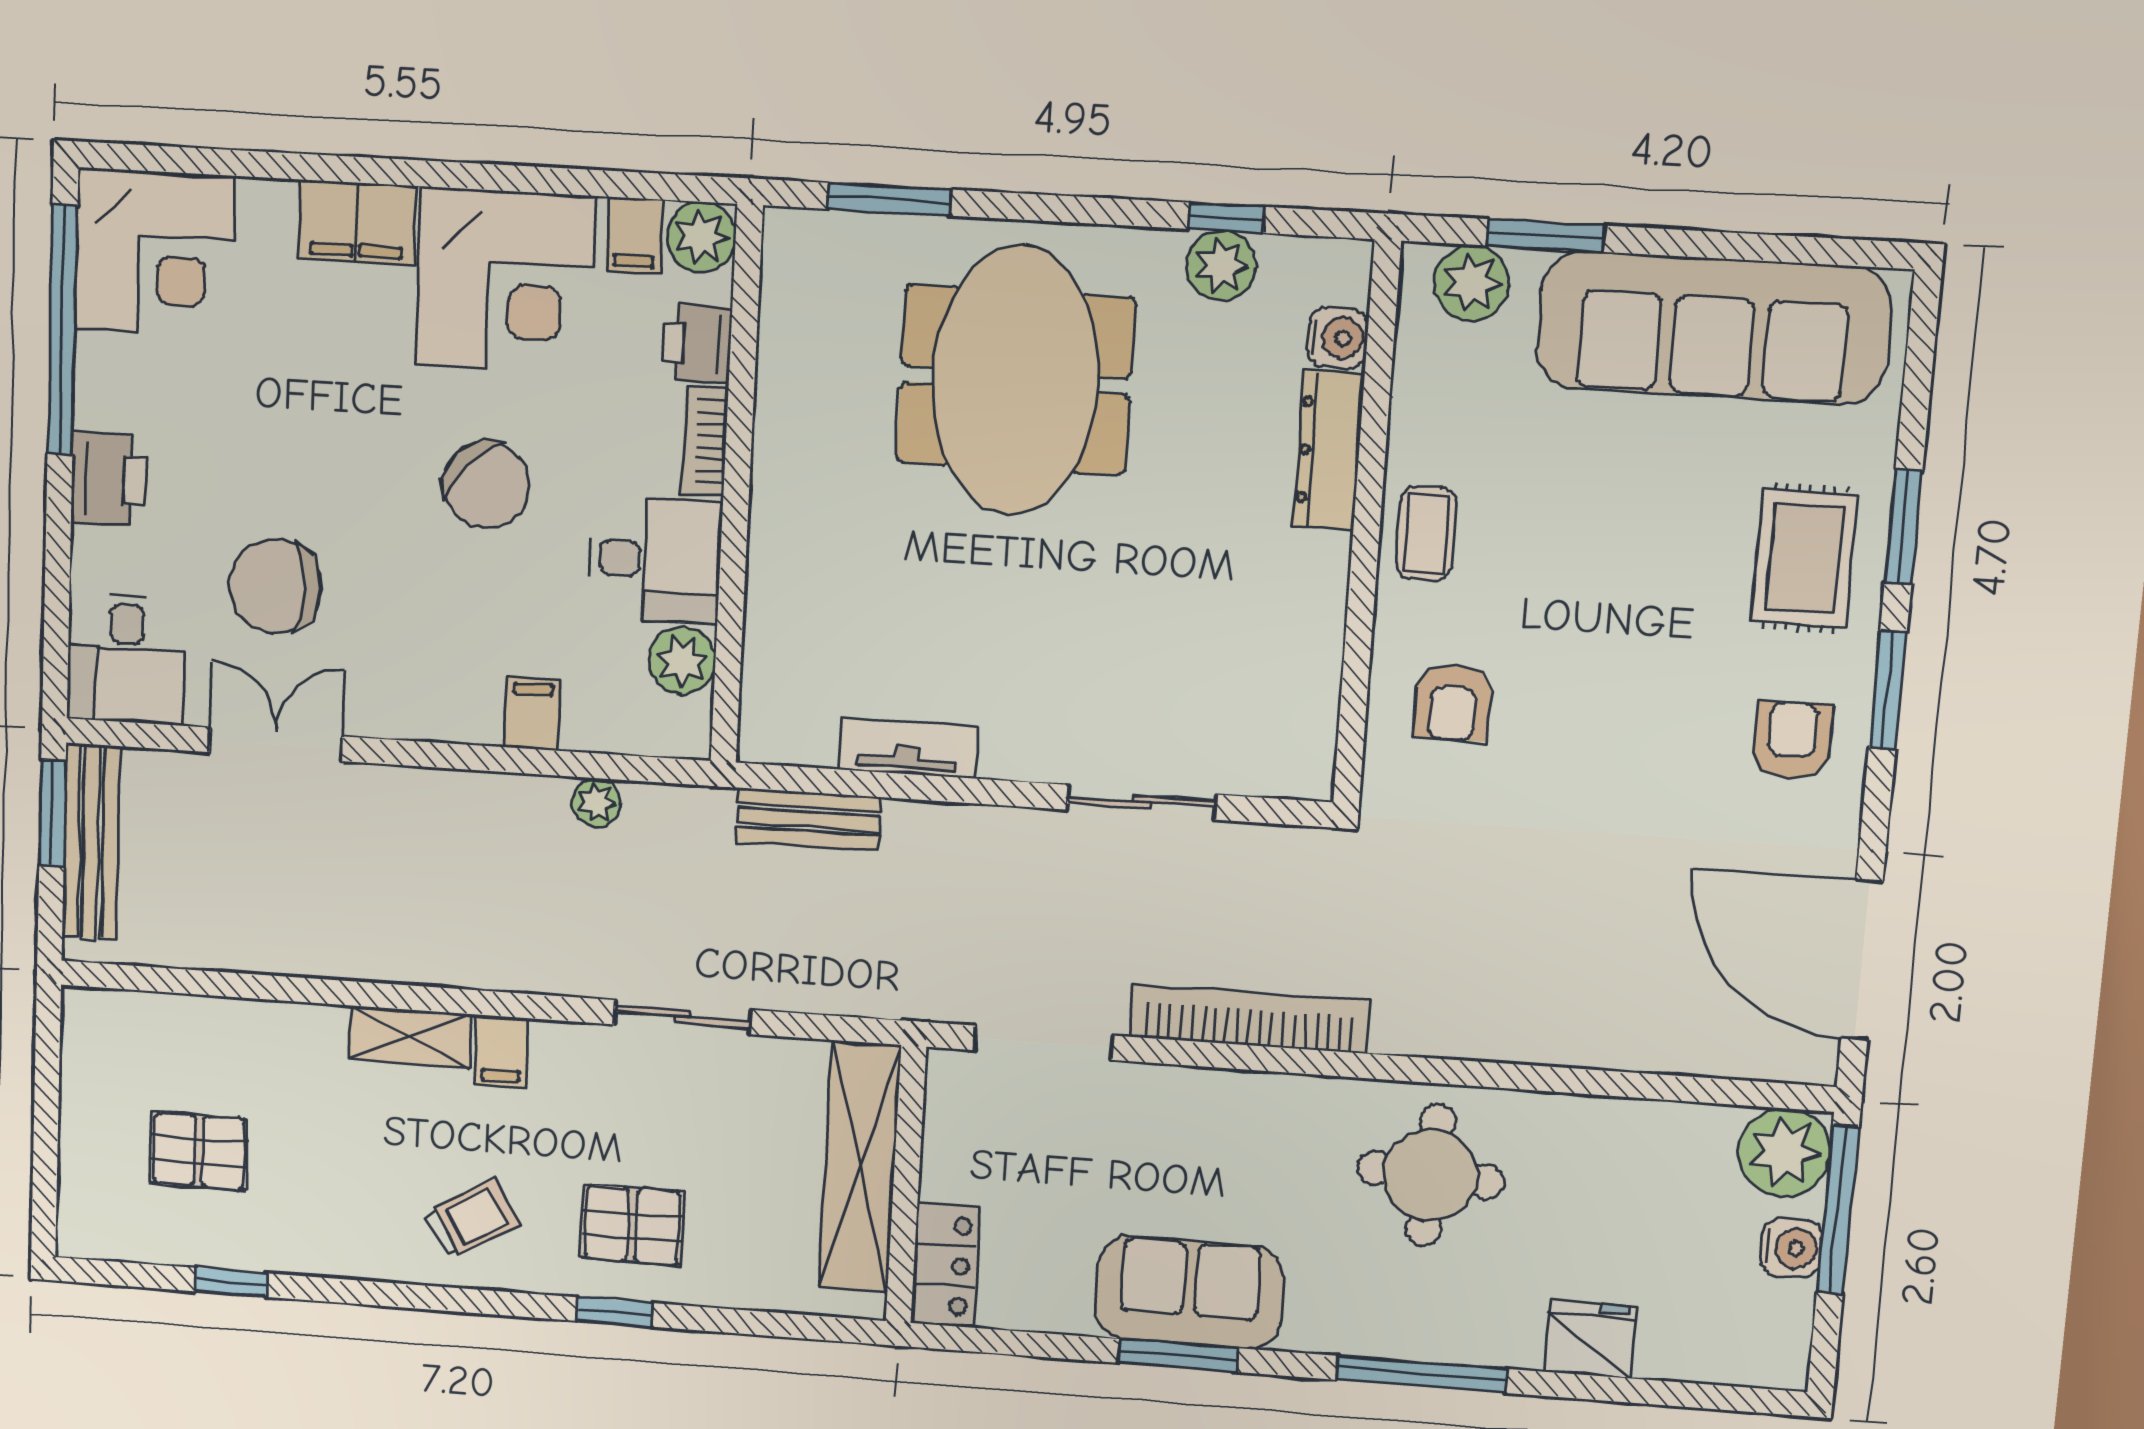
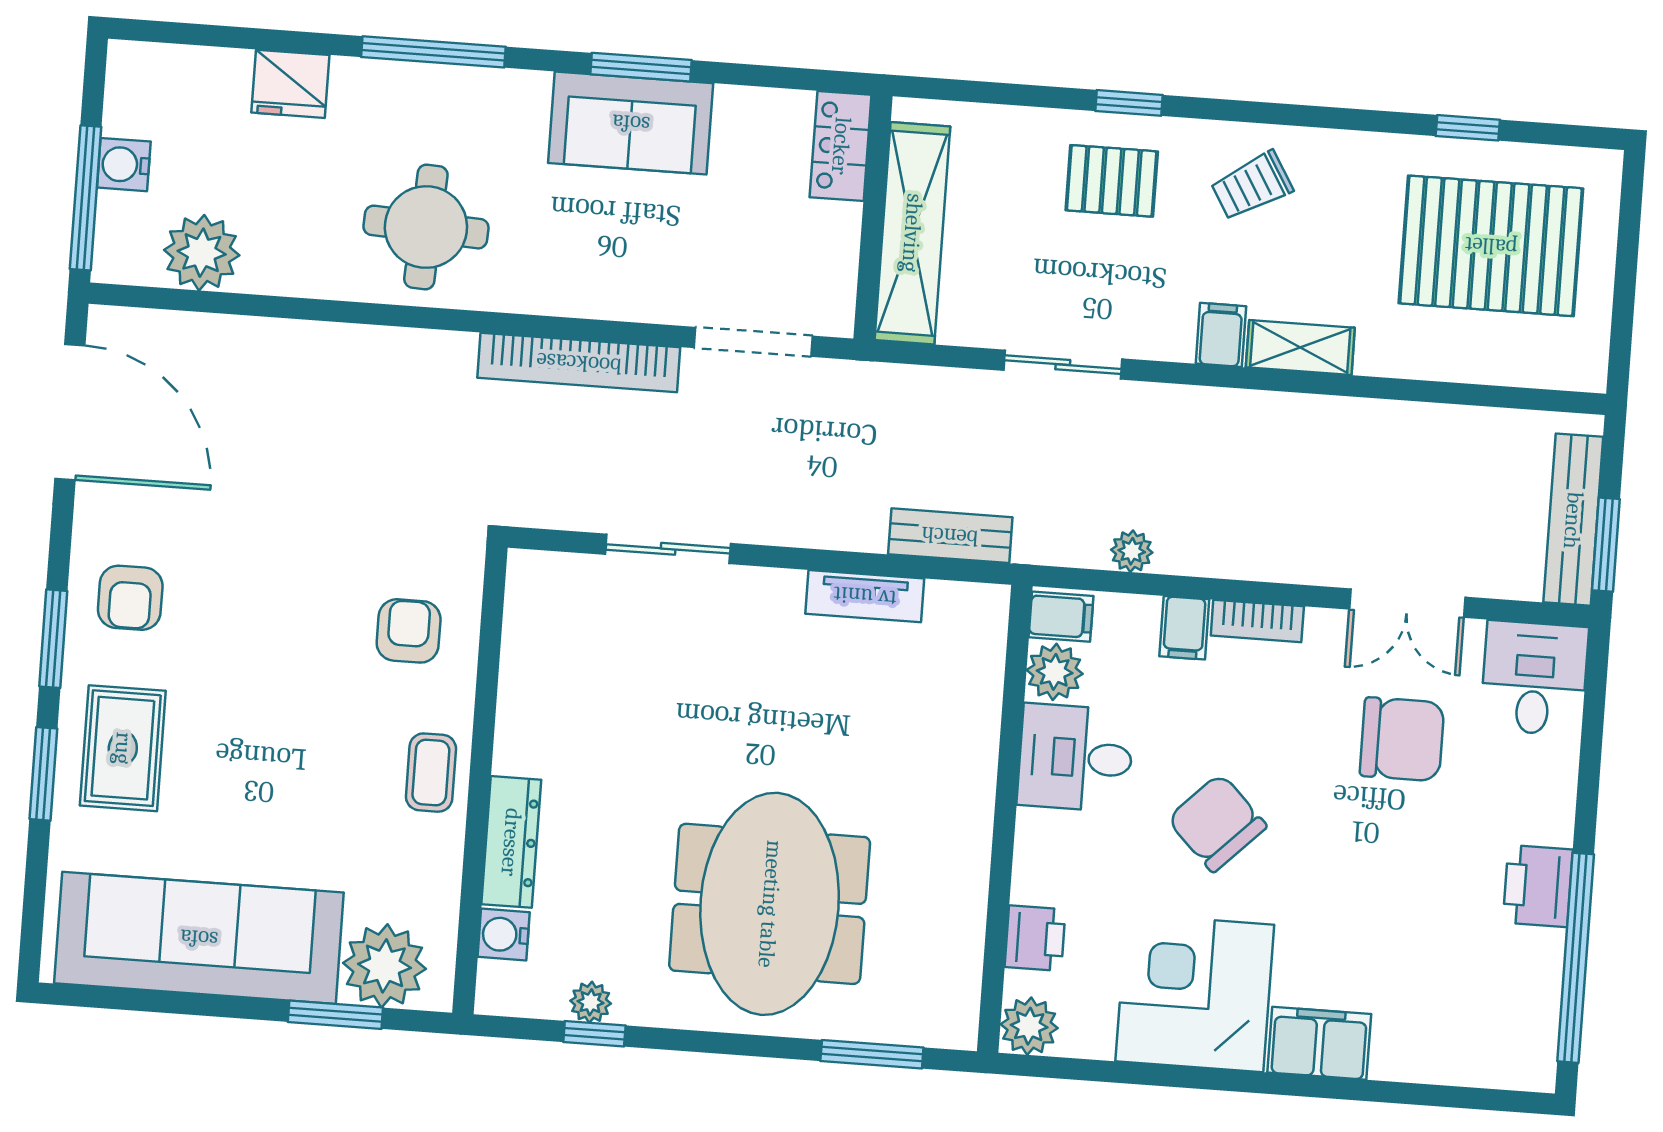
filing cabinet: (634, 235) -> (1061, 617), moved, turned 90
corner desk: (155, 253) -> (1493, 1022), removed
plant: (1221, 266) -> (591, 1002), width x0.73, depth x0.73
plant: (1472, 283) -> (384, 966), width x1.36, depth x1.36
bookcase: (705, 441) -> (1257, 621), moved, turned 90
printer: (109, 479) -> (1538, 886), moved
pallet: (199, 1151) -> (1491, 246), width x2.05, depth x2.00
plant: (1784, 1152) -> (202, 253), moved

